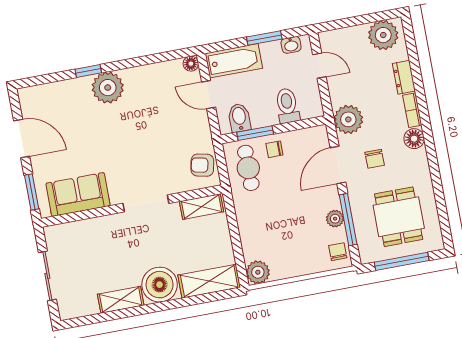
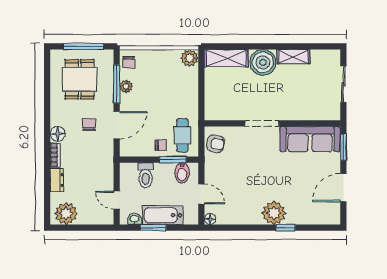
bathtub: (234, 61) -> (163, 215), moved
plant: (348, 119) -> (103, 157), removed
door: (22, 138) -> (343, 188), hinge flipped
sofa: (78, 194) -> (310, 139), width x1.36
shelving: (202, 207) -> (222, 113), removed

